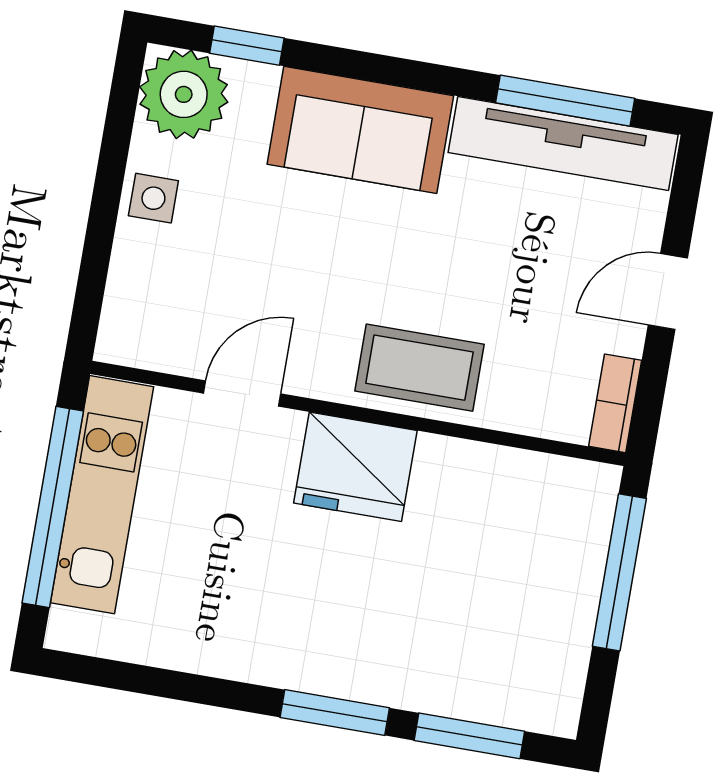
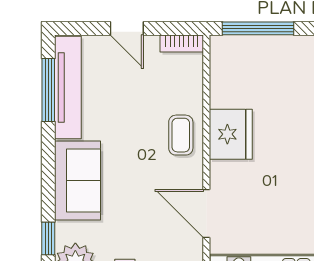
coffee table: (419, 368) -> (181, 135), width x0.73, depth x0.77
door: (242, 393) -> (206, 214), width x1.38
fridge: (355, 467) -> (231, 134), moved

